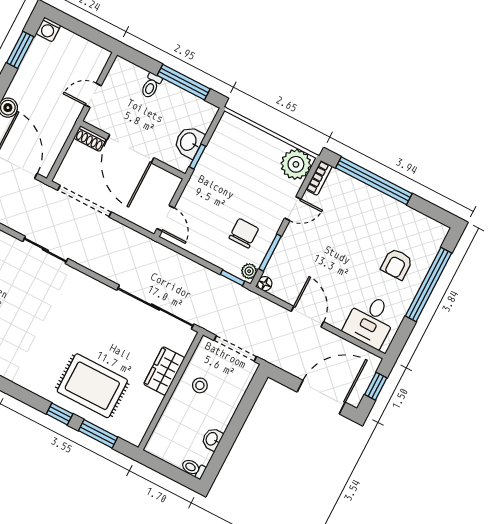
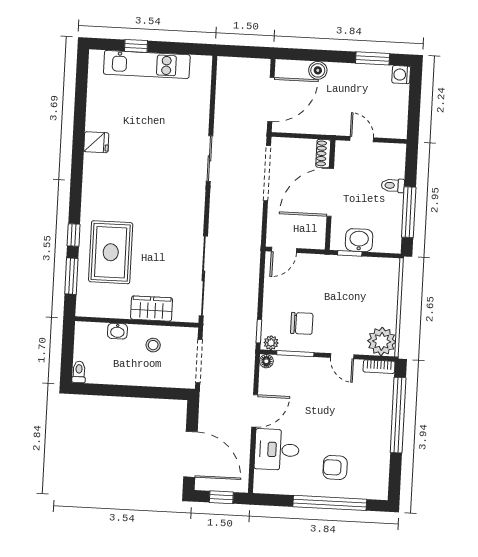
desk: (371, 321) -> (277, 450), moved
washbasin: (212, 439) -> (117, 331), moved, turned 180

